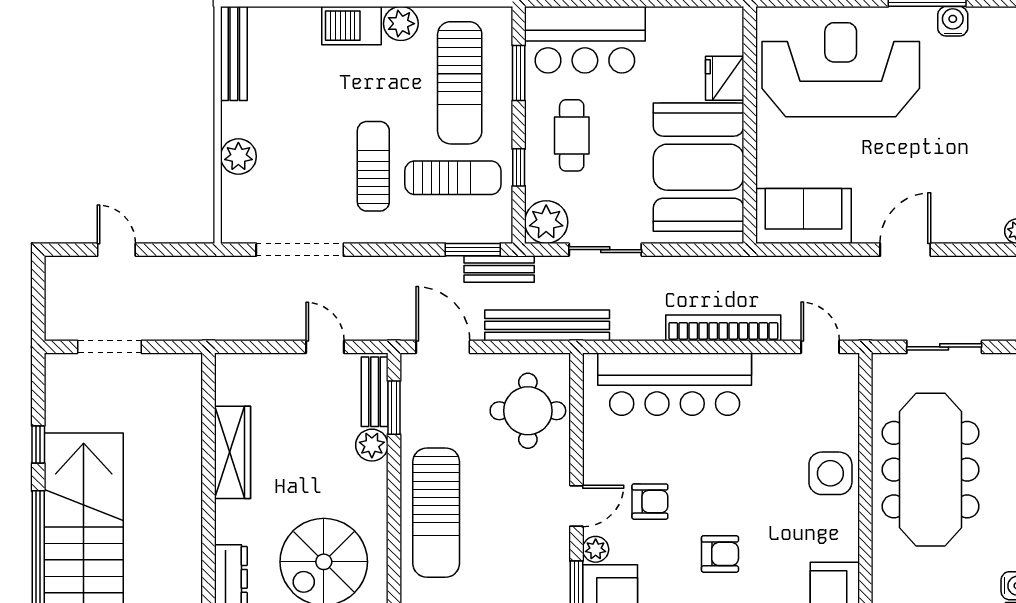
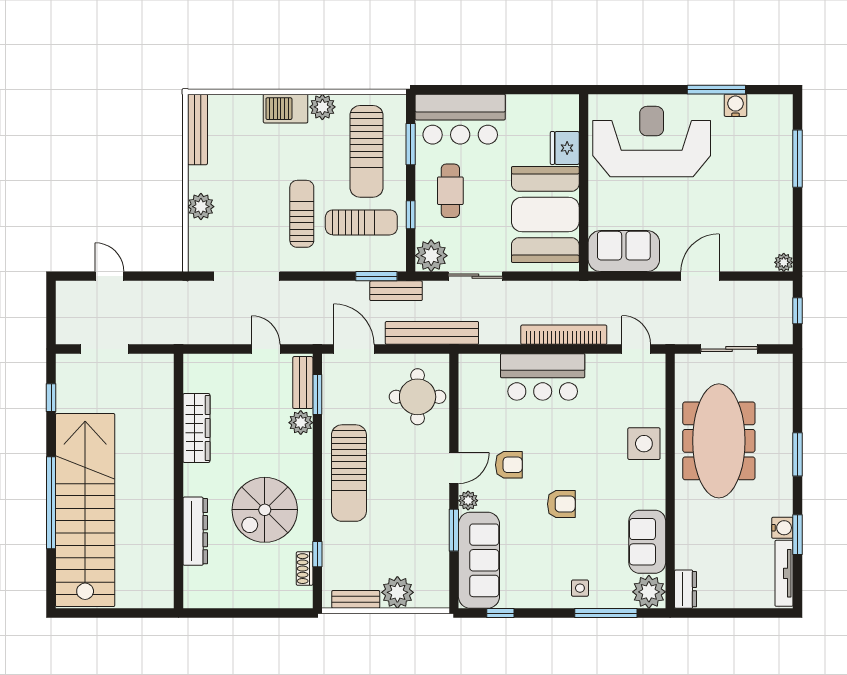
bar counter: (675, 384) -> (543, 377), width x0.73
window: (38, 444) -> (51, 398), moved

